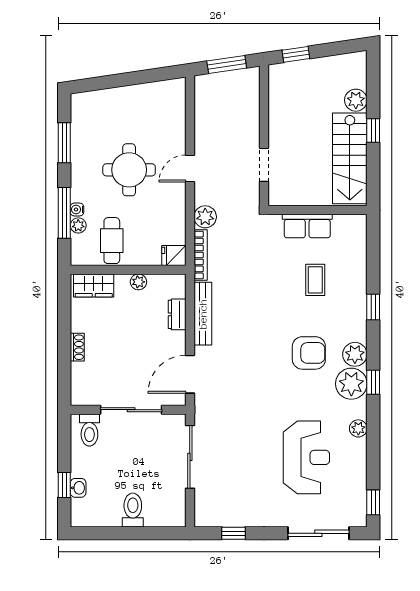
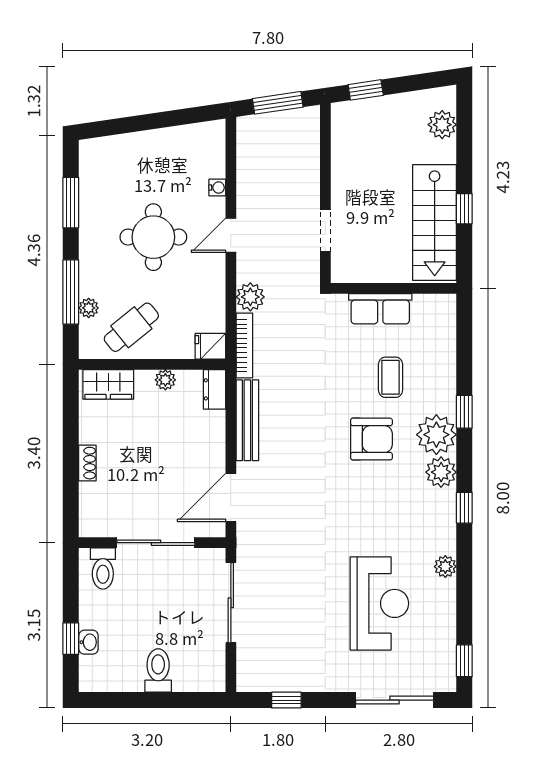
plant: (356, 100) -> (442, 125), moved
window: (373, 130) -> (464, 209), moved
water cooler: (77, 210) -> (217, 188), moved, turned 180
cafe table: (112, 241) -> (131, 327), turned 51
dresser: (177, 314) -> (214, 389), moved
armchair: (309, 353) -> (371, 439), moved
plant: (351, 384) -> (436, 435), moved

